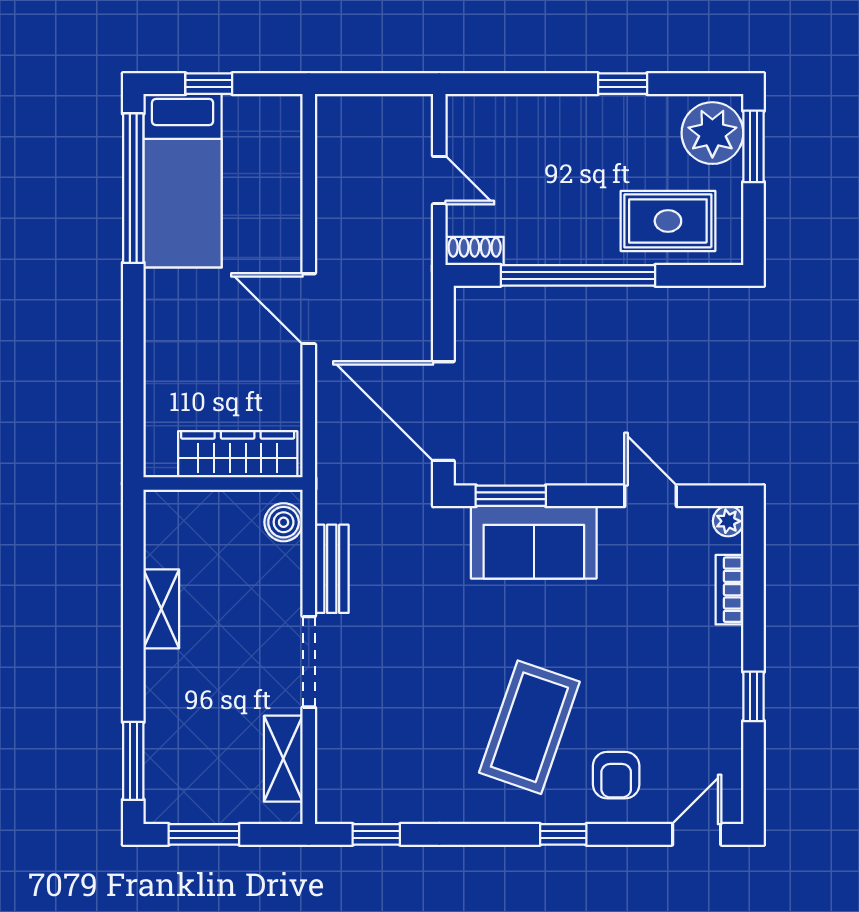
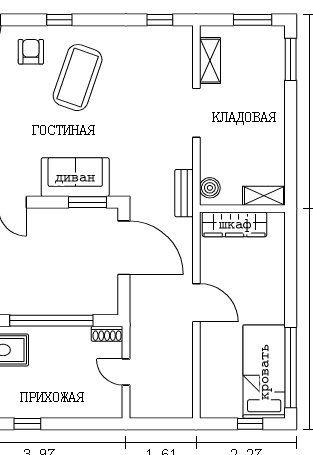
bench: (332, 569) -> (184, 193), moved
shelving: (161, 609) -> (264, 196), moved, turned 90

